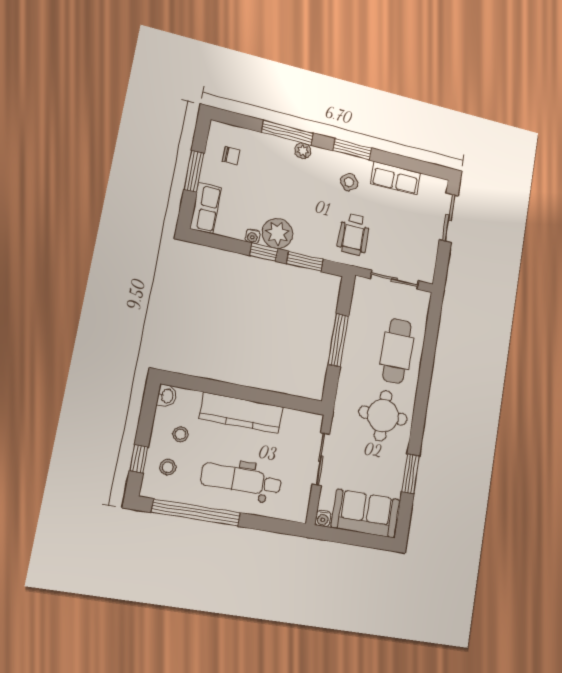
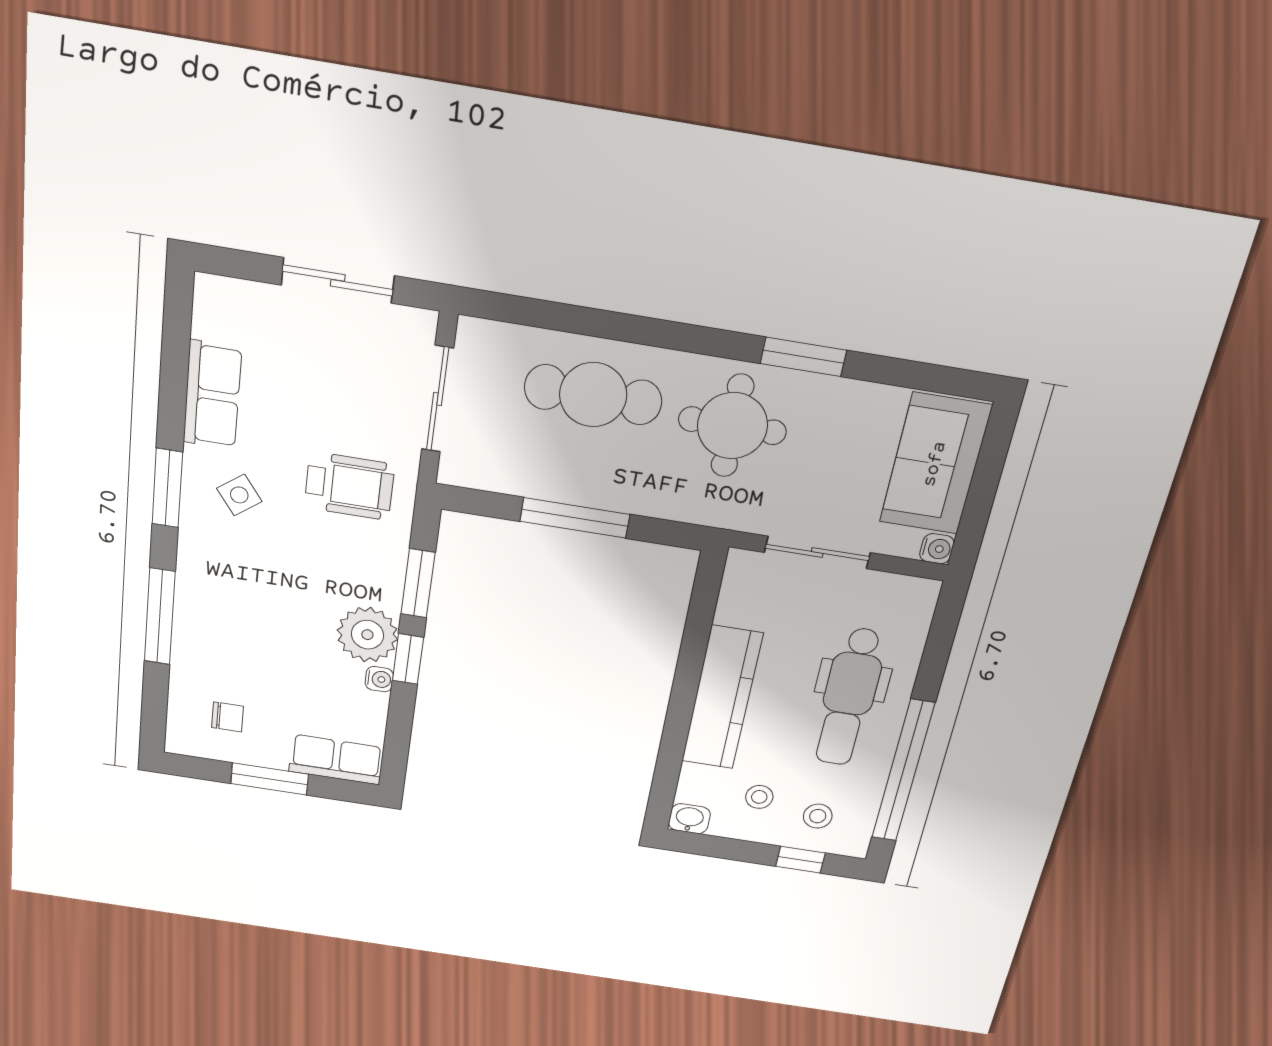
plant: (303, 151) -> (191, 587), removed
chair: (231, 156) -> (228, 717), turned 90
sliding door: (449, 218) -> (338, 280), moved
window: (411, 474) -> (803, 357), moved

